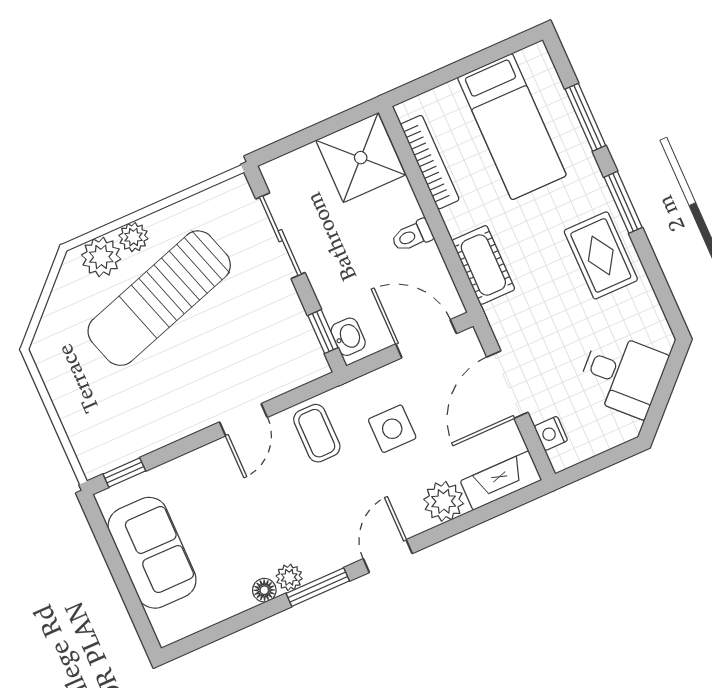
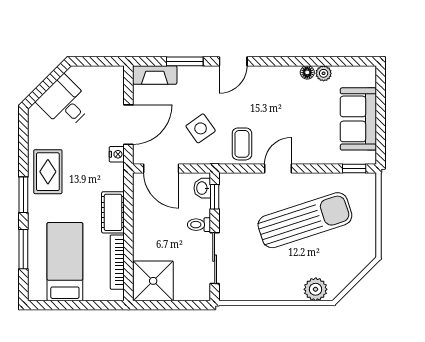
toilet: (412, 236) -> (199, 225), moved, turned 180
plant: (133, 237) -> (294, 292), removed
cot: (483, 265) -> (113, 212), moved
sun lounger: (159, 298) -> (305, 220), moved
side table: (392, 429) -> (201, 128), turned -35
nightstand: (551, 433) -> (117, 154), moved
plant: (444, 501) -> (190, 77), removed
plant: (289, 577) -> (324, 73), moved
window: (318, 587) -> (185, 61), moved

